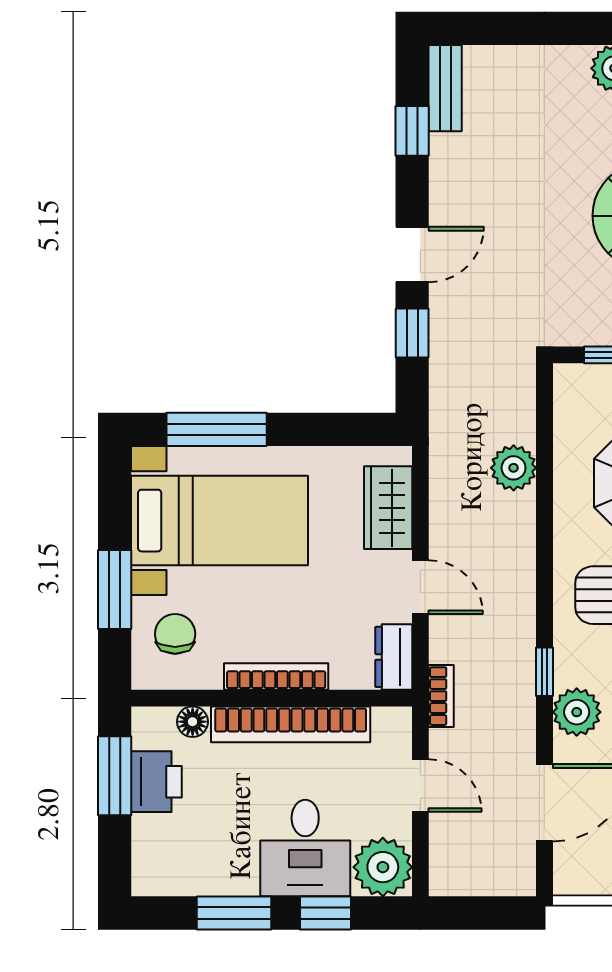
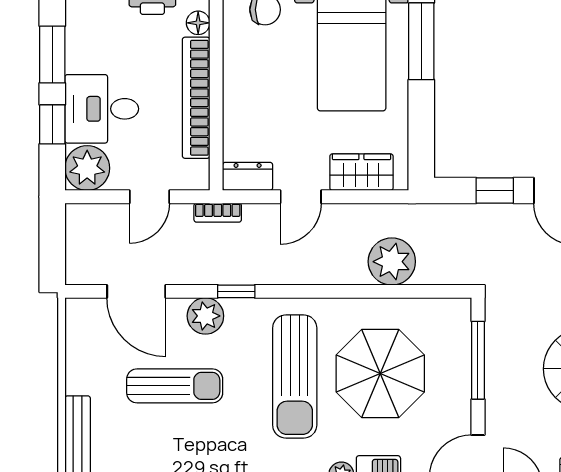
plant: (514, 468) -> (392, 262), width x1.36, depth x1.36
bookcase: (276, 676) -> (233, 87), removed

